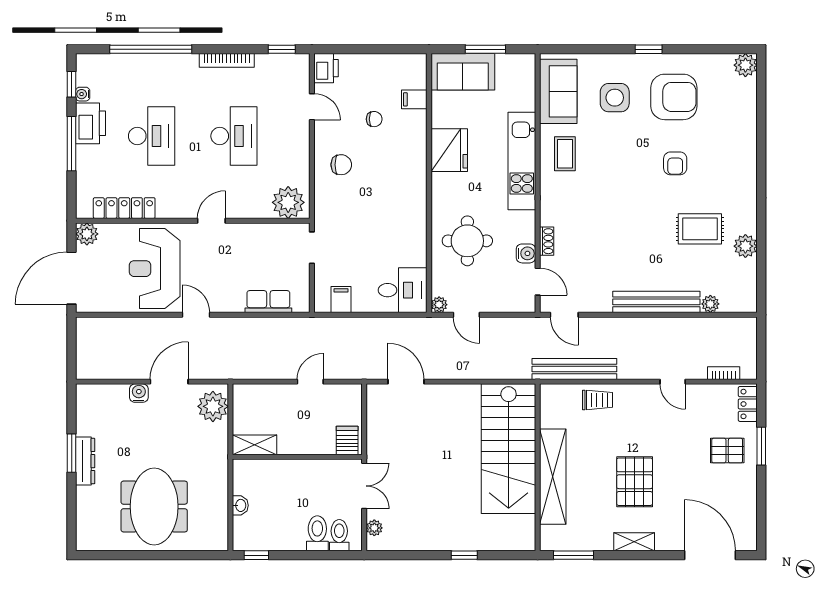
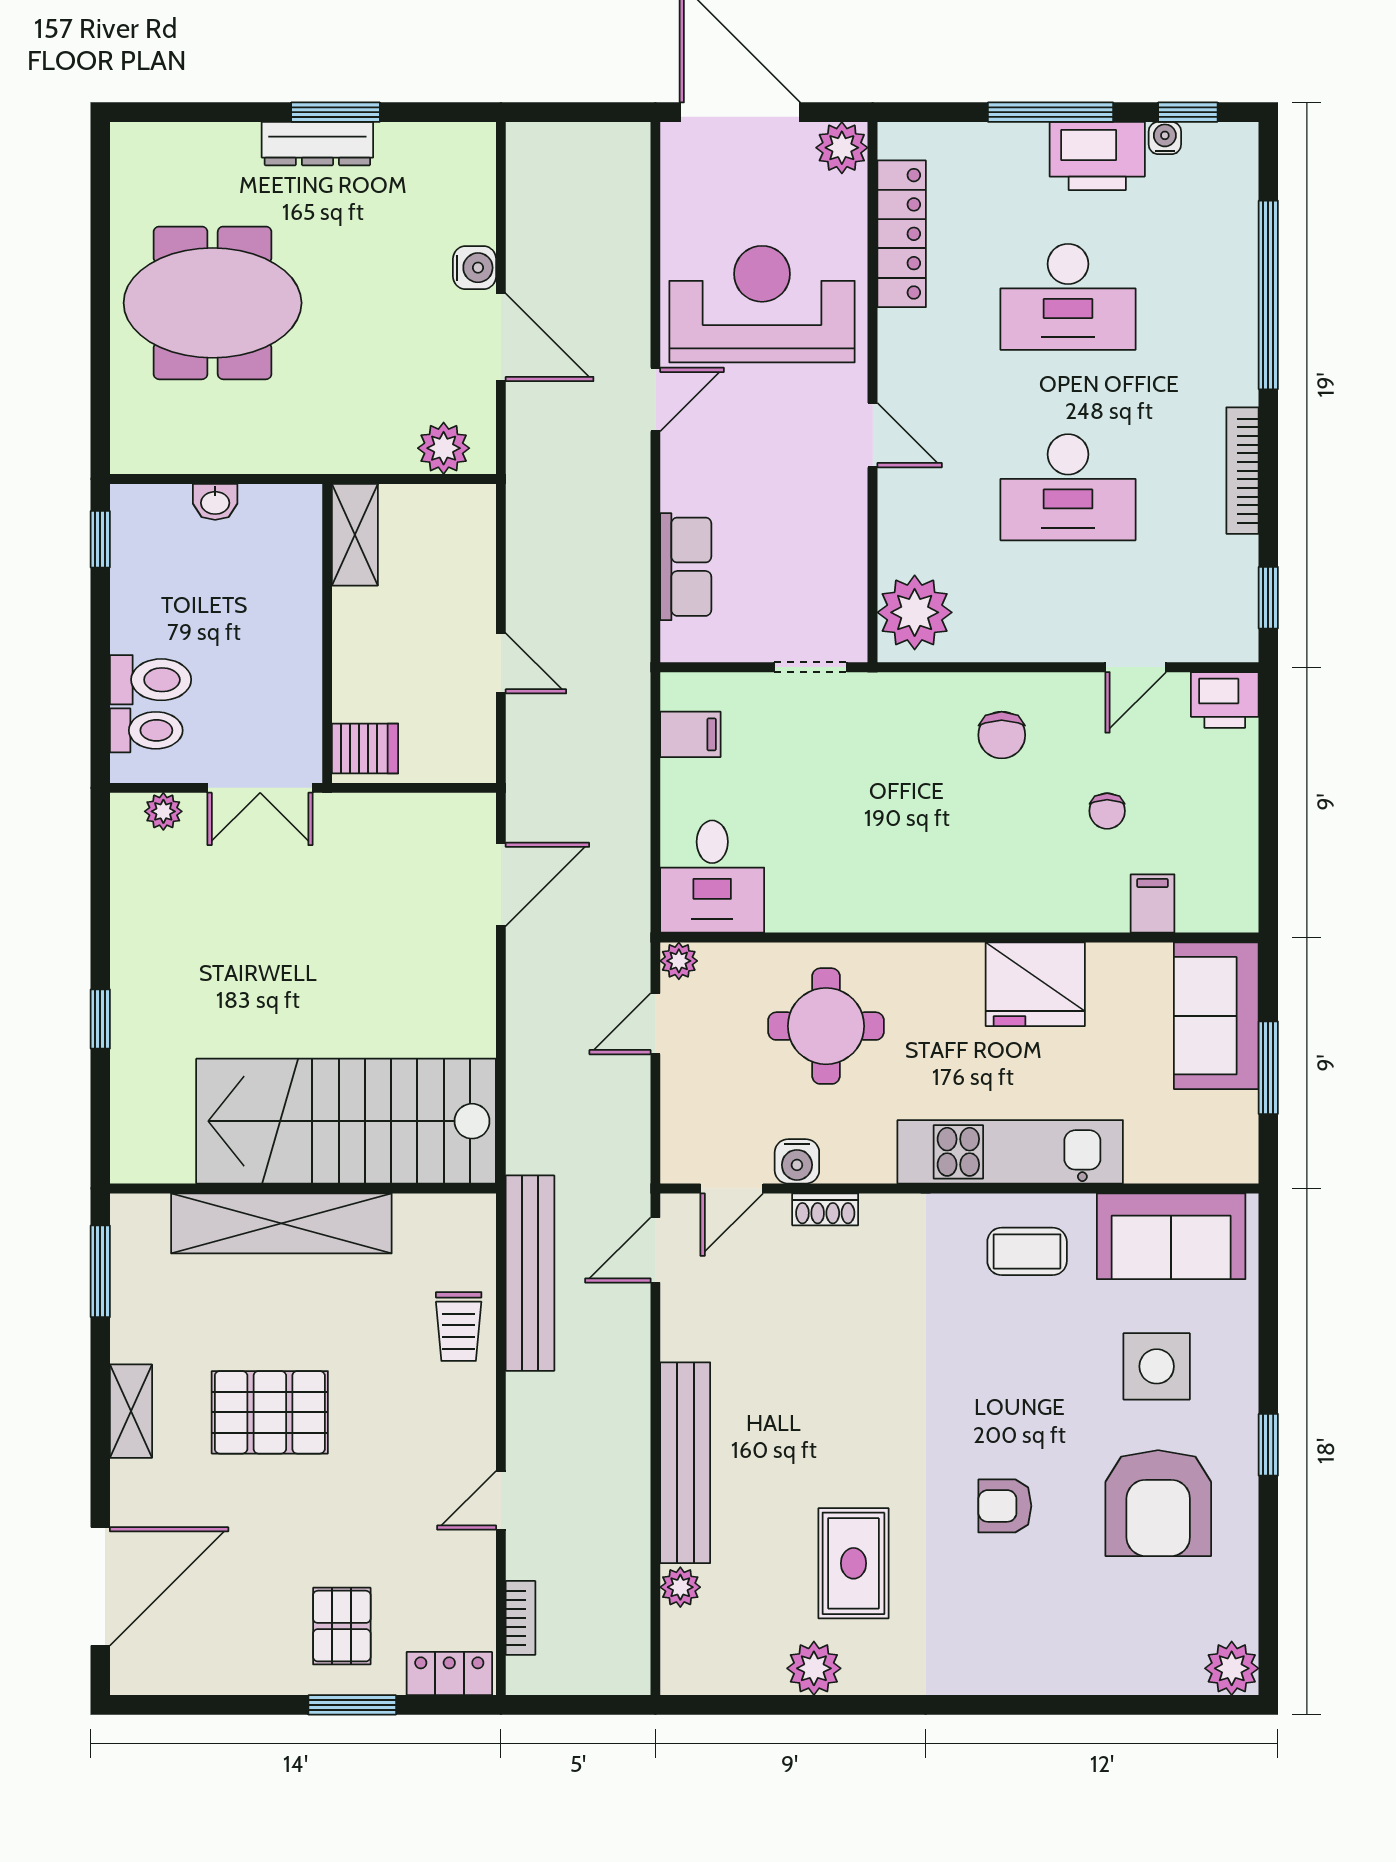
plant: (213, 406) -> (444, 448), width x0.73, depth x0.73

